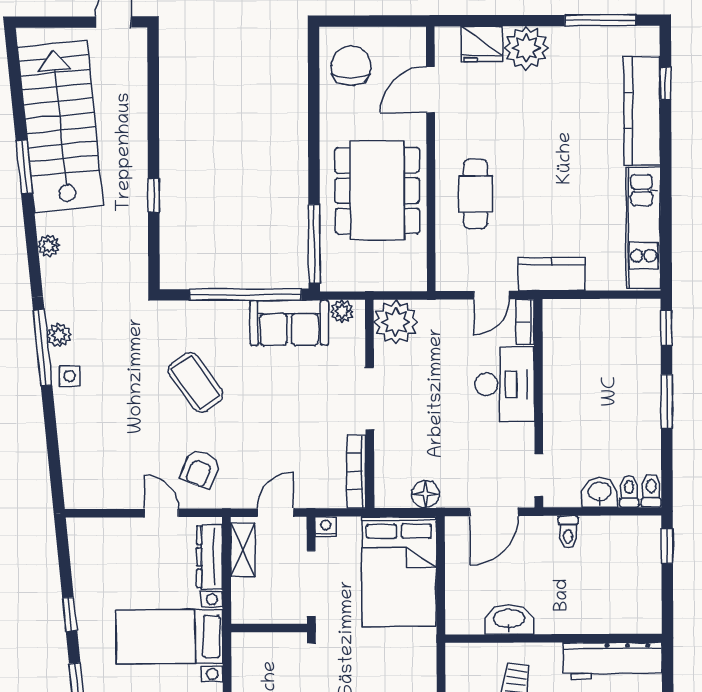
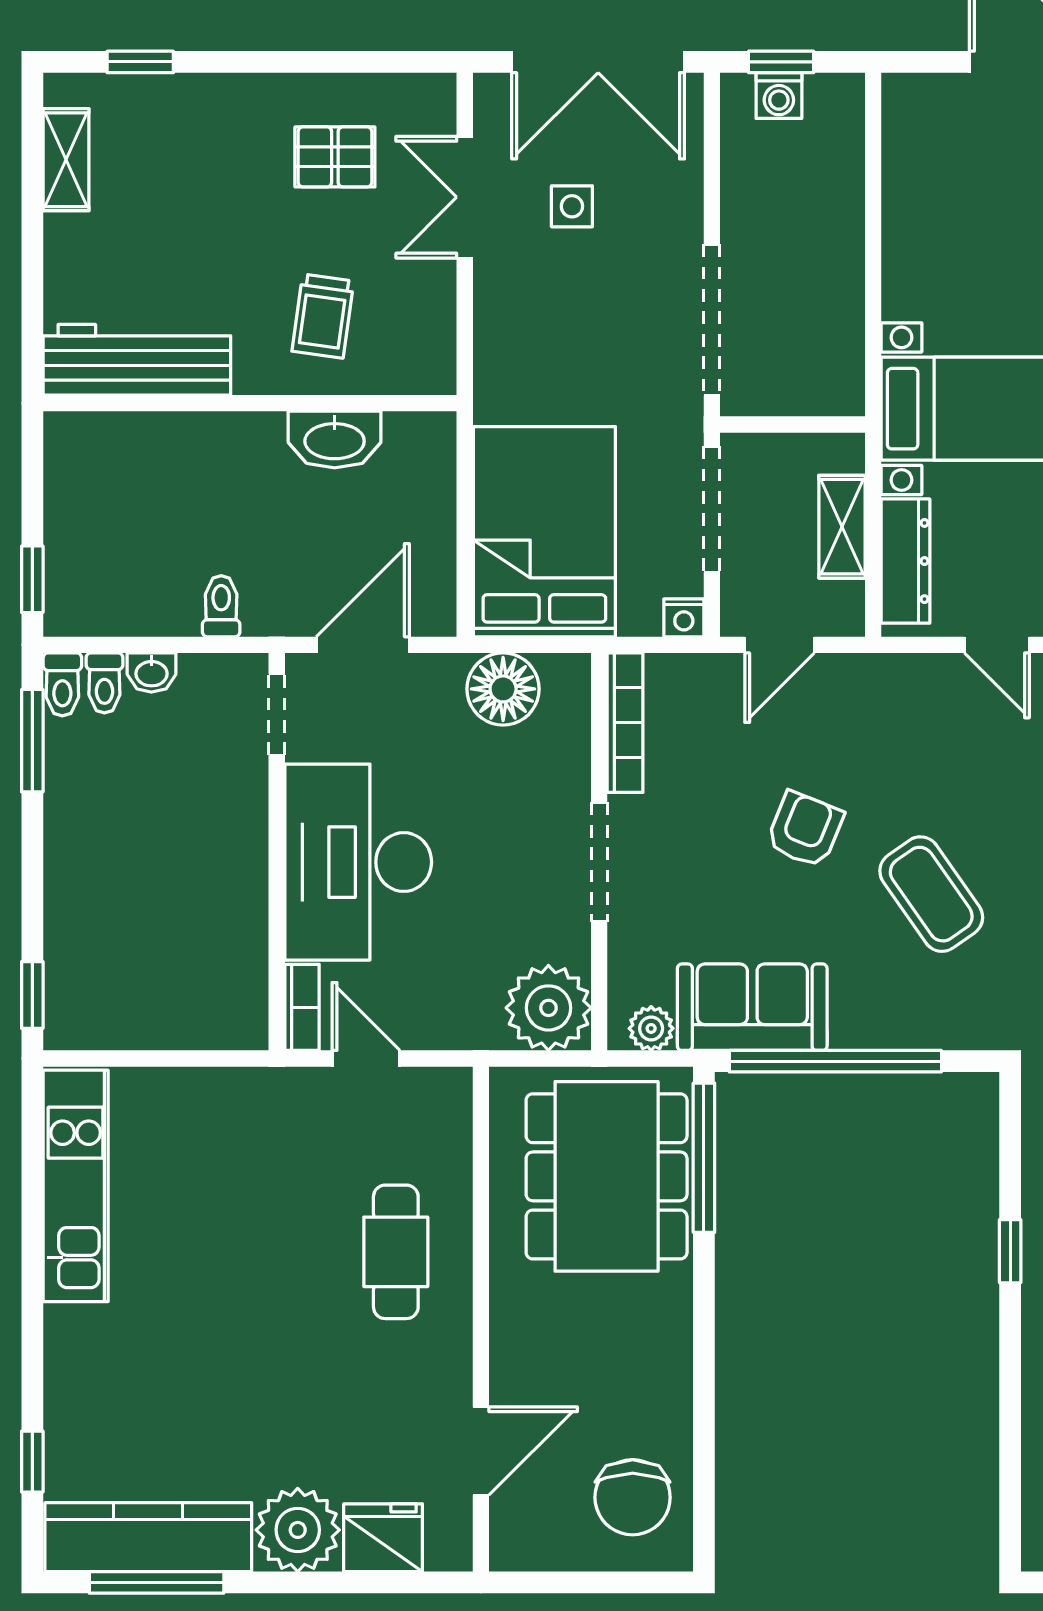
kitchen counter: (642, 111) -> (148, 1537), moved, turned -90
dining table: (377, 191) -> (607, 1176), moved
kitchen counter: (552, 274) -> (250, 1099), removed
door: (491, 295) -> (366, 1059), hinge flipped
desk: (505, 384) -> (358, 862), width x1.36, depth x1.30
window: (667, 401) -> (32, 741), moved
armchair: (200, 469) -> (805, 829), moved
washbasin: (600, 492) -> (151, 673), width x0.72, depth x0.69
floor lamp: (425, 494) -> (503, 689), width x1.38, depth x1.38
shelving: (243, 550) -> (842, 527), moved

